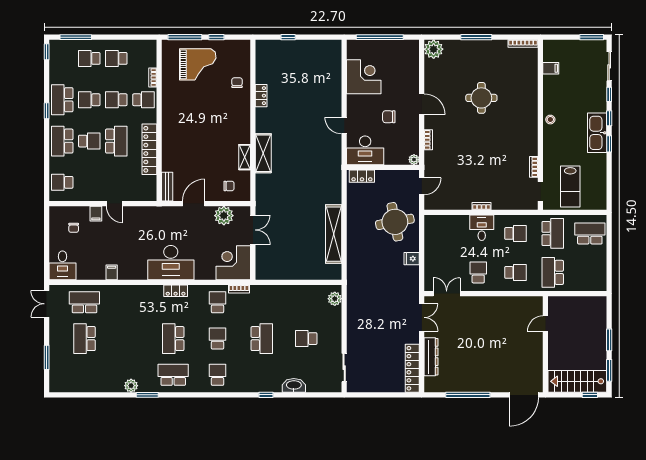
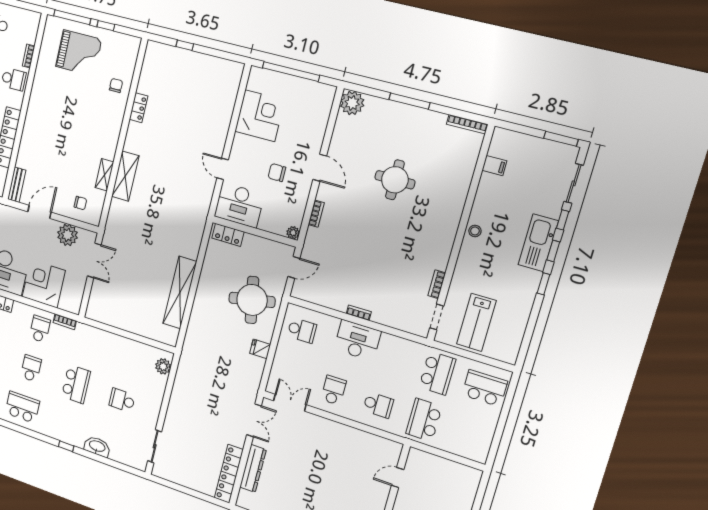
kitchen sink: (597, 133) -> (538, 243), moved
desk: (482, 228) -> (357, 340), width x1.37
school desk: (515, 233) -> (302, 330), moved
corner desk: (233, 263) -> (44, 284), moved
school desk: (217, 375) -> (22, 407), width x1.85

